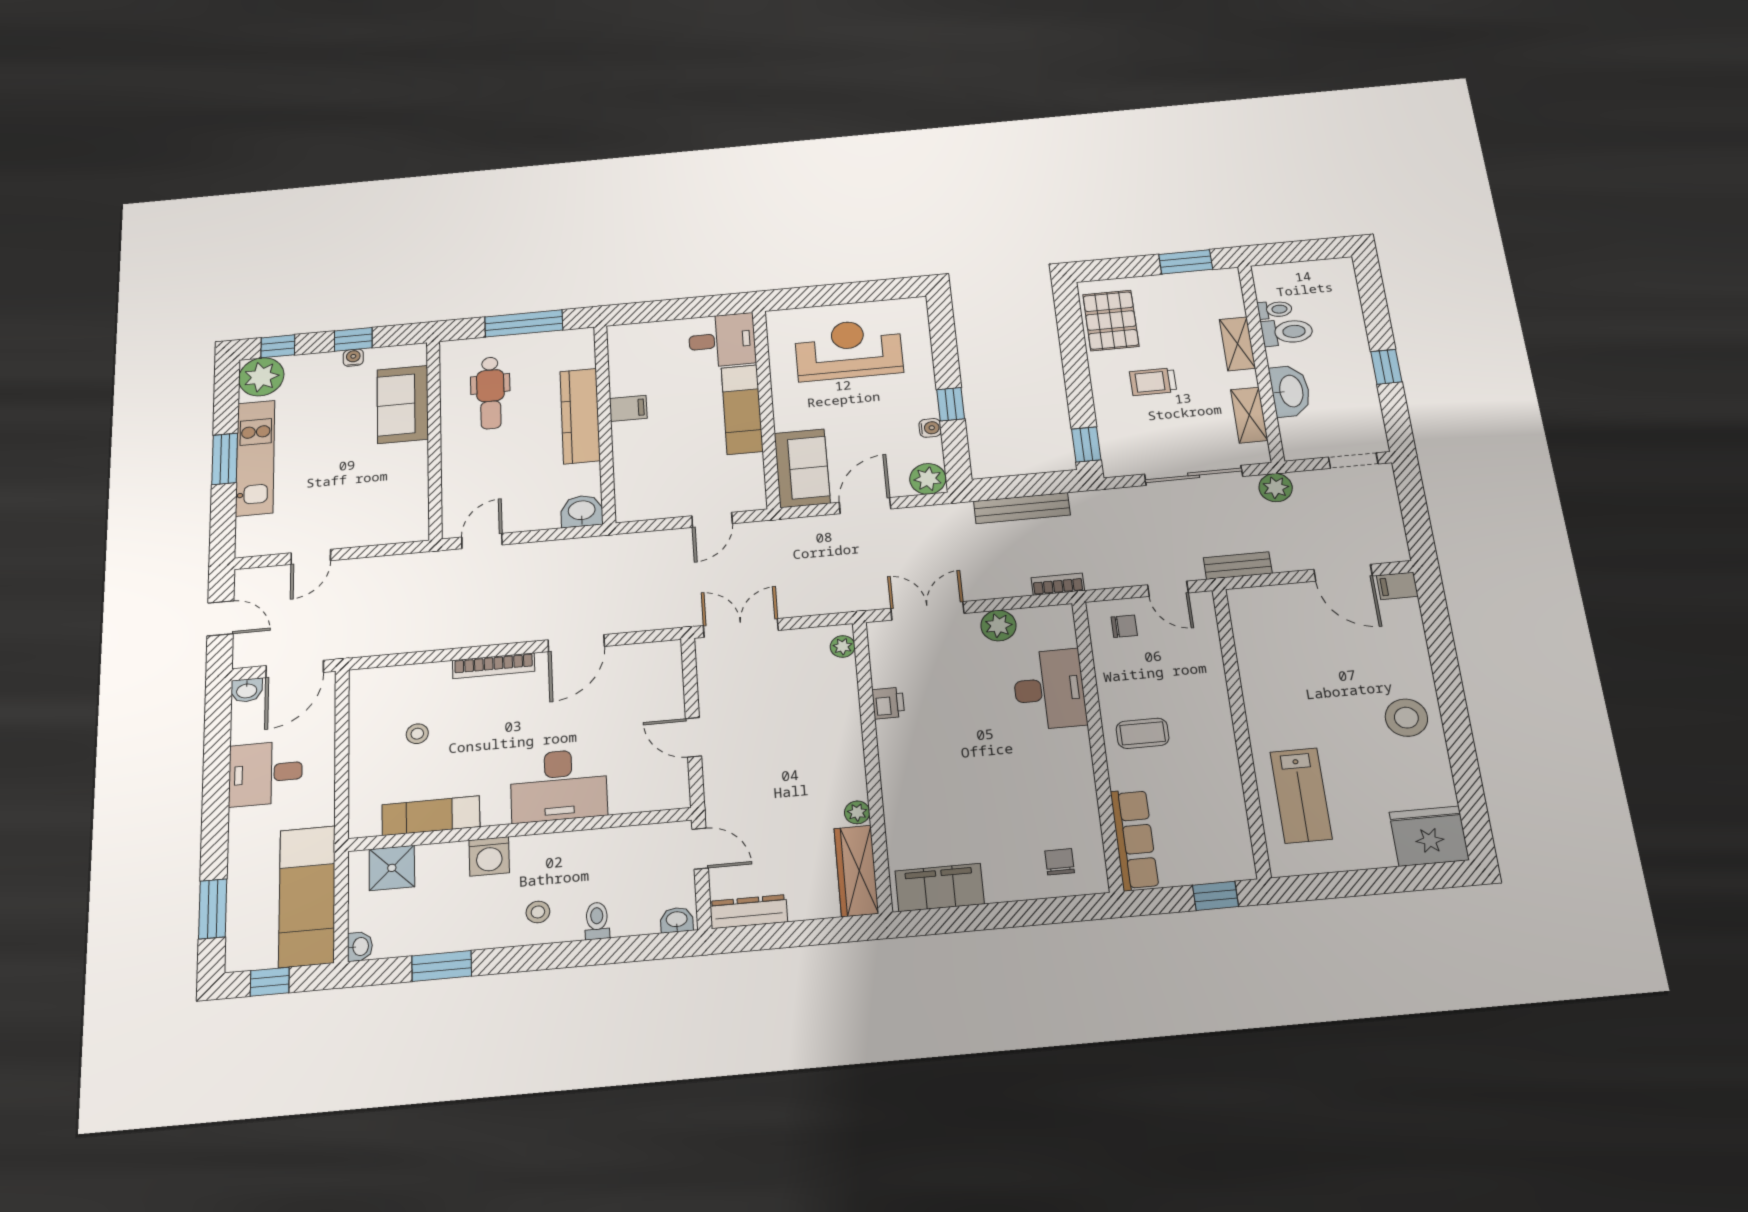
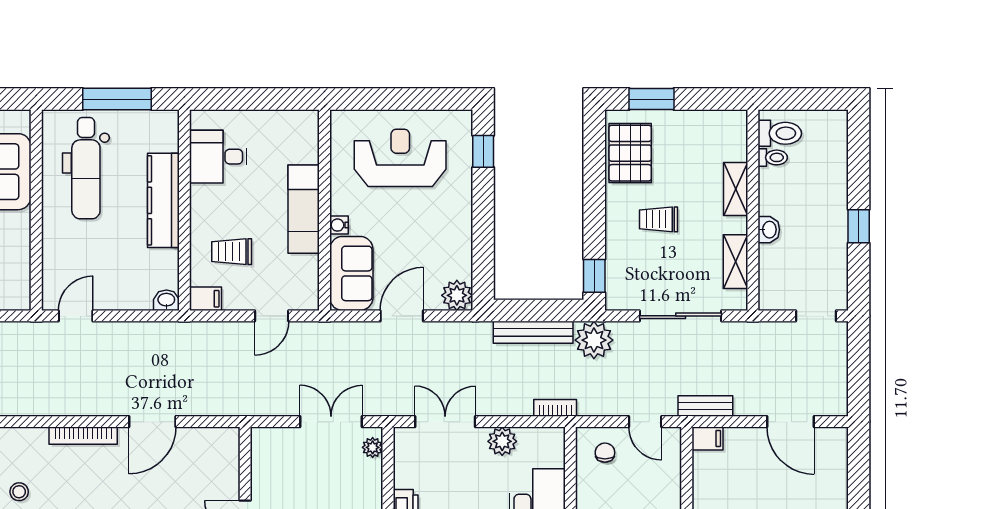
window: (1186, 262) -> (652, 99), moved
toilet: (1287, 332) -> (780, 133), moved
desk: (722, 340) -> (218, 157), moved, turned 180
washbasin: (1290, 391) -> (769, 230), width x0.52, depth x0.69
dental chair: (490, 393) -> (86, 168), width x1.36, depth x1.38
window: (951, 404) -> (483, 151), moved
filing cabinet: (628, 408) -> (205, 299), moved
water cooler: (930, 428) -> (339, 225), moved, turned 180
trolley: (661, 459) -> (232, 252), added
plant: (1276, 488) -> (594, 340), moved, width x1.36, depth x1.36
washbasin: (582, 511) -> (166, 300), width x0.72, depth x0.69
filing cabinet: (1397, 586) -> (707, 438), moved, turned 180
chair: (1124, 626) -> (605, 453), turned -90
double door: (741, 628) -> (331, 422), moved

